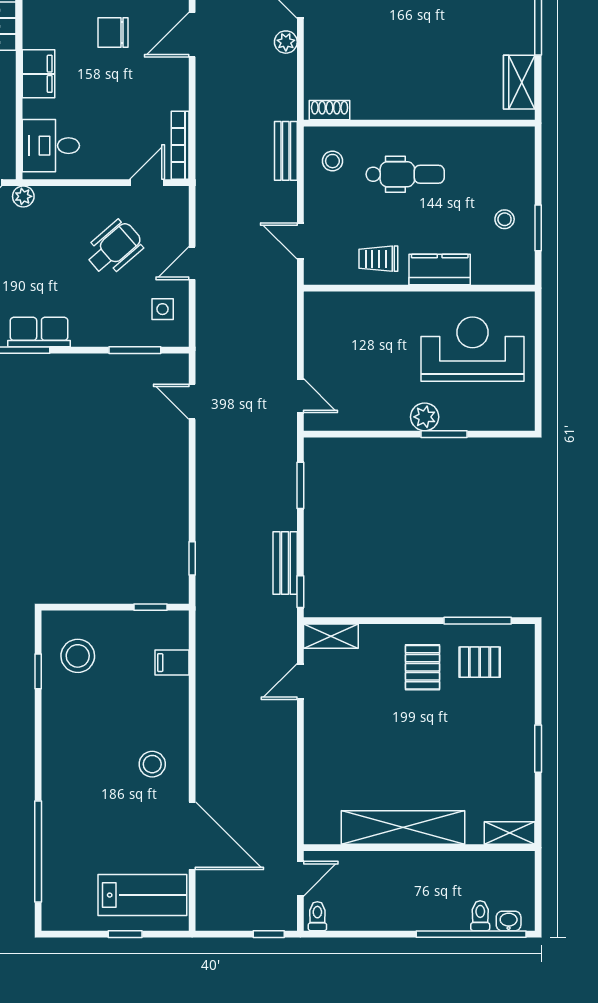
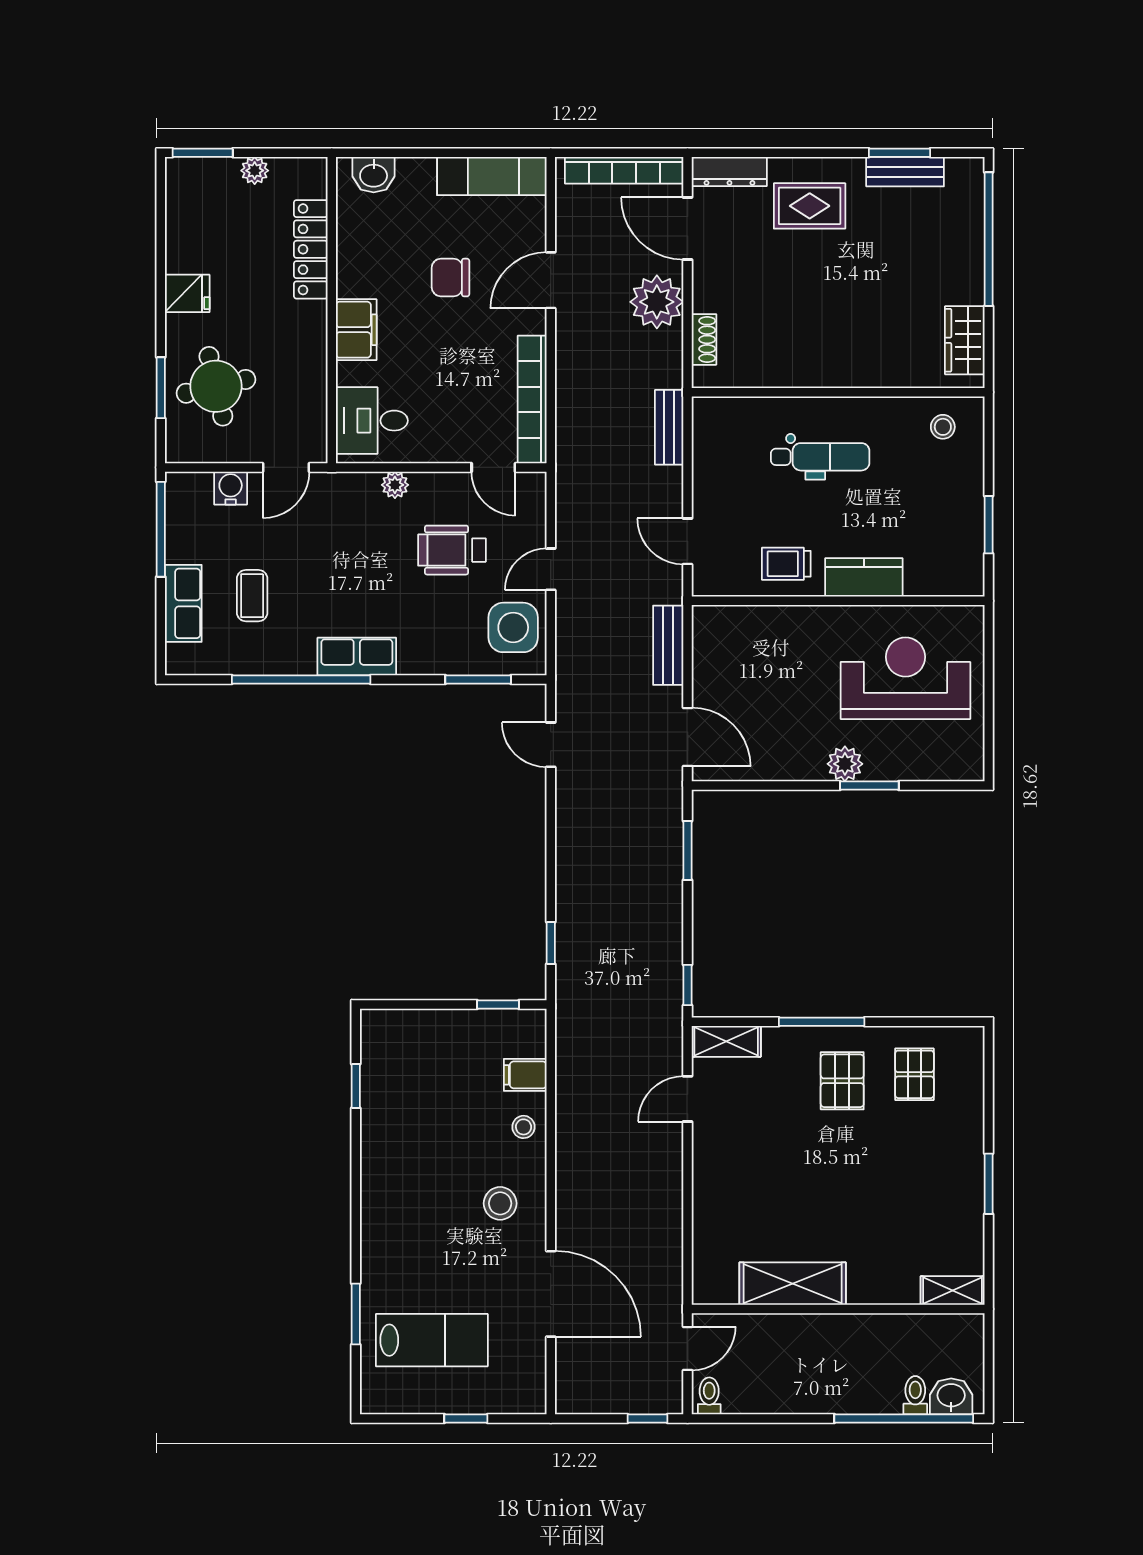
plant: (286, 42) -> (657, 302), width x1.88, depth x1.88
shoe rack: (330, 110) -> (704, 339), moved, turned 90
bookcase: (180, 145) -> (532, 399), width x1.48, depth x1.31
stool: (332, 161) -> (728, 440), removed
door: (147, 183) -> (493, 467), swing flipped
plant: (23, 196) -> (395, 485), moved
stool: (505, 219) -> (943, 427), moved
wheelchair: (114, 248) -> (452, 550), turned -139
side table: (163, 309) -> (513, 627), width x1.87, depth x1.87
door: (300, 396) -> (688, 737), width x1.38
bench: (285, 563) -> (668, 645), moved
window: (478, 621) -> (822, 1022), moved
stool: (78, 656) -> (524, 1127), moved, width x0.53, depth x0.53
pallet: (480, 662) -> (914, 1074), turned 90
shelving: (403, 828) -> (793, 1284), width x0.68
window: (38, 851) -> (356, 1314), width x0.47
lab bench: (142, 895) -> (432, 1340), moved
washbasin: (509, 921) -> (951, 1396), width x1.38, depth x1.45

